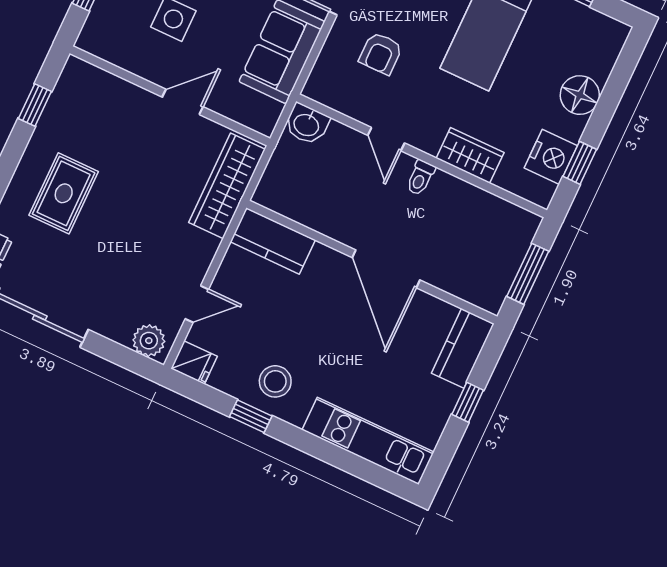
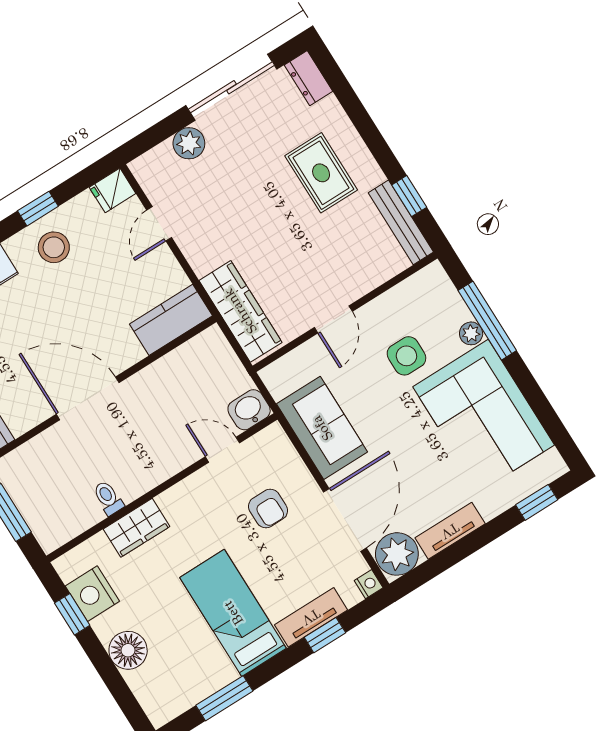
armchair: (381, 53) -> (268, 508), turned 180
bench: (62, 98) -> (401, 222), added
door: (386, 139) -> (222, 450), moved
toilet: (420, 178) -> (108, 498), moved
plant: (149, 341) -> (189, 143), moved

